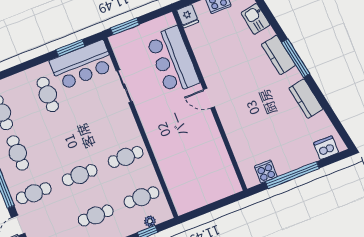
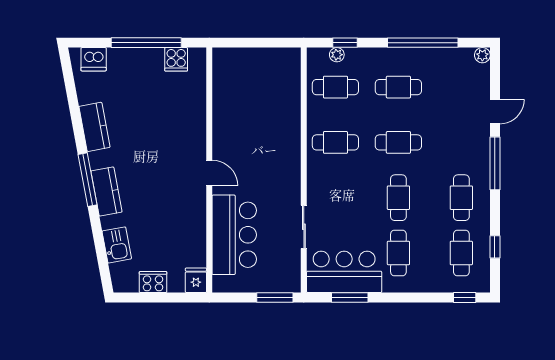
cafe table: (34, 193) -> (398, 198), moved, turned 90

